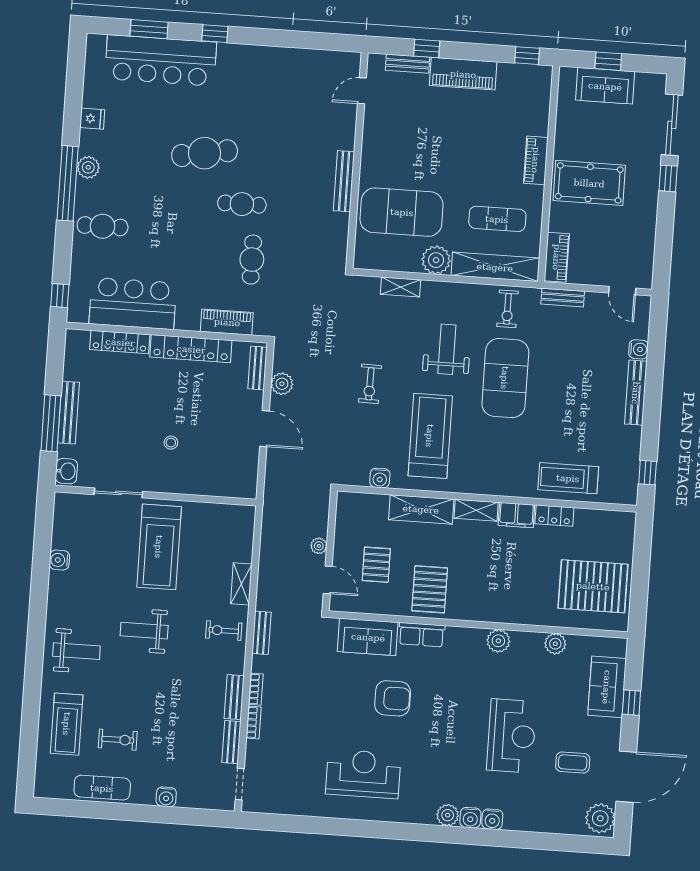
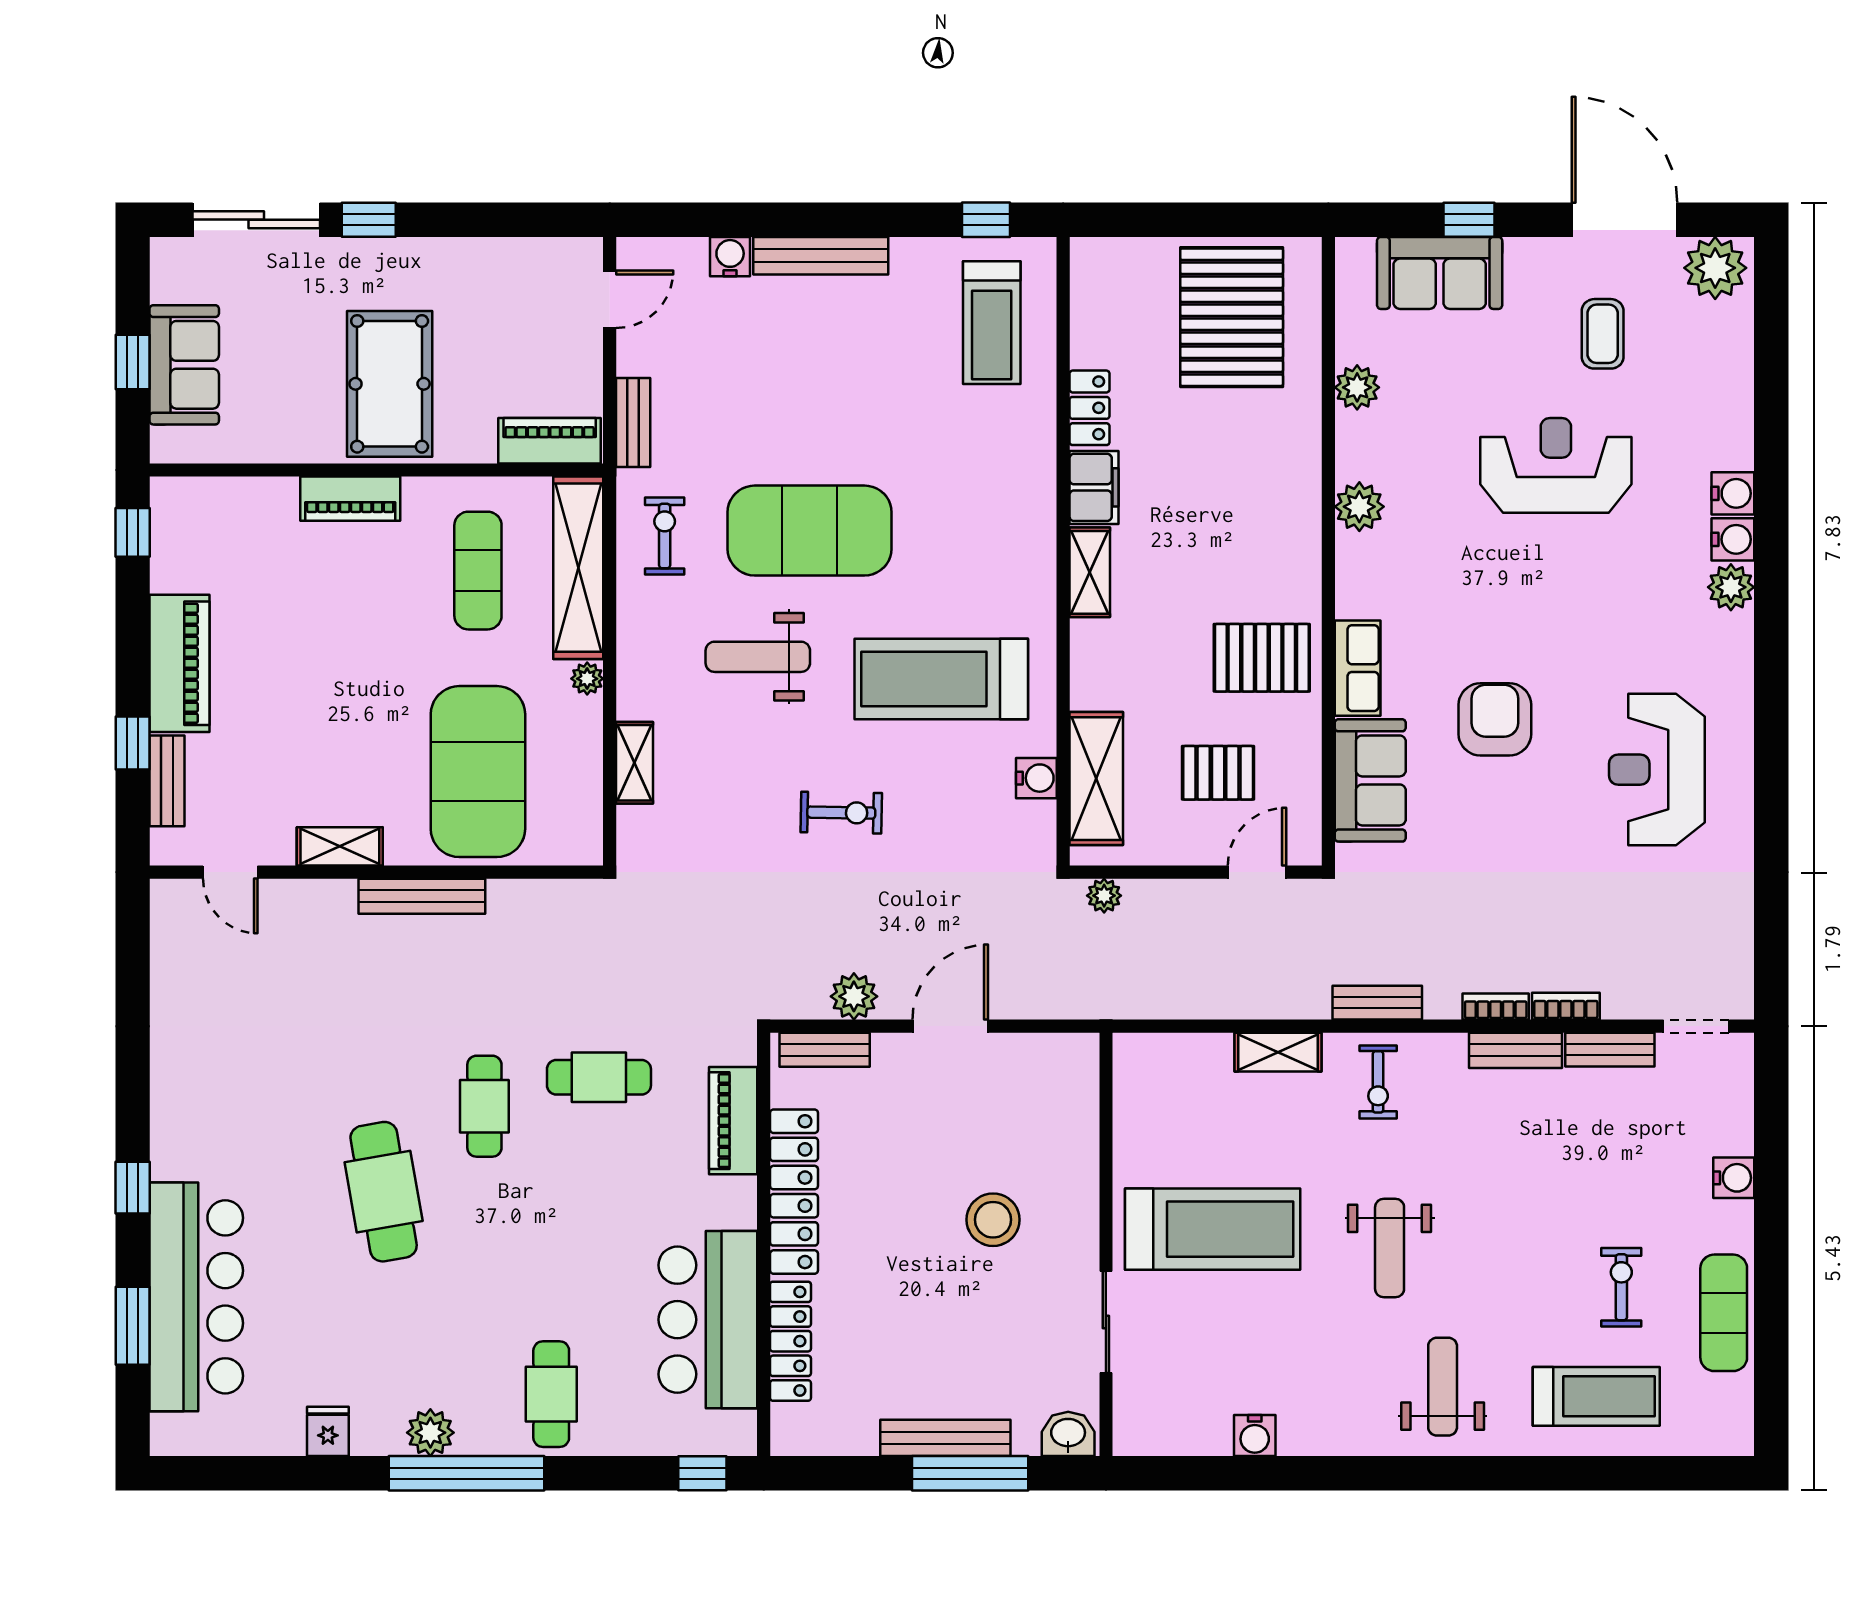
shelving: (371, 144) -> (340, 846), added
plant: (436, 260) -> (587, 679), width x0.53, depth x0.53
exercise bike: (508, 309) -> (665, 536), turned -90
stool: (171, 443) -> (993, 1220), width x1.89, depth x1.89
treadmill: (568, 478) -> (992, 323), moved
shelving: (421, 509) -> (1096, 779), moved
plant: (319, 546) -> (1104, 896), moved

